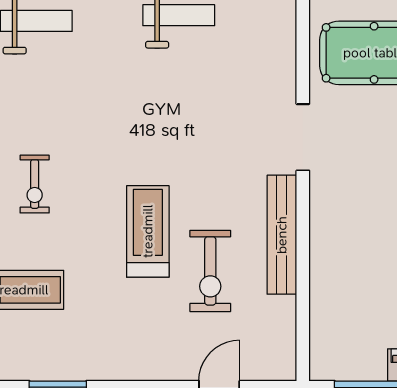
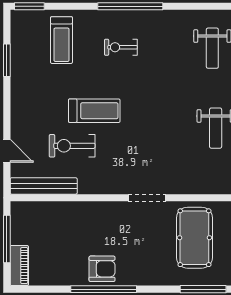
bench: (282, 235) -> (44, 186), moved

